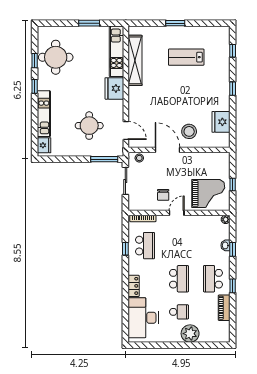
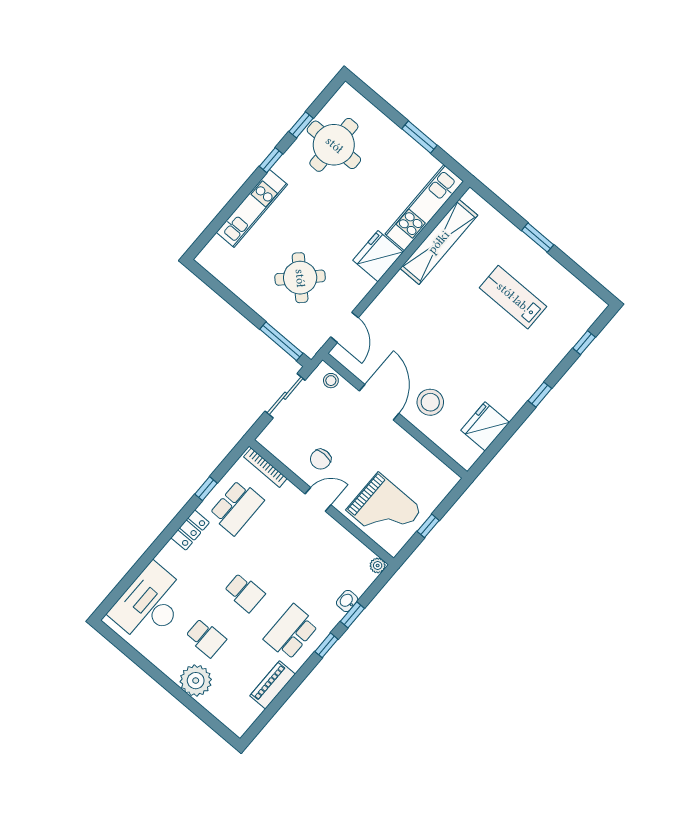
round table: (89, 126) -> (300, 278), turned 45
fridge: (44, 145) -> (215, 252), removed
school desk: (179, 279) -> (244, 592), width x0.54
locker: (134, 286) -> (190, 530), moved
window: (233, 286) -> (326, 645), moved

